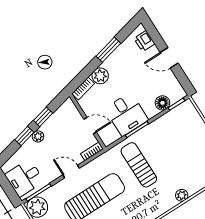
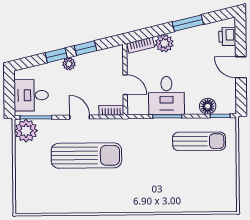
sun lounger: (139, 165) -> (199, 141), moved, turned 90
plant: (182, 195) -> (171, 206), removed

